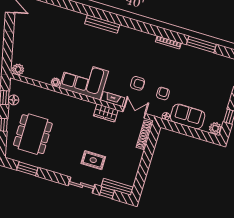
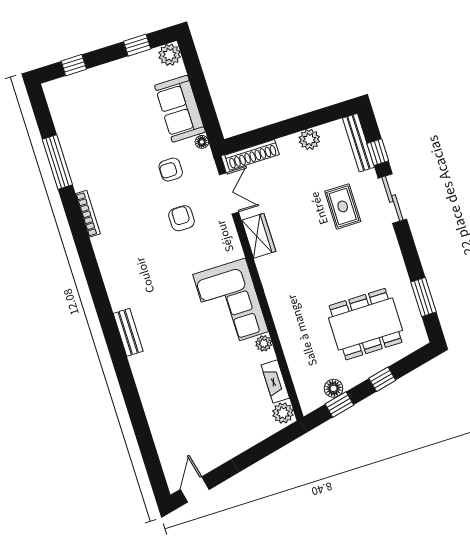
bench: (102, 24) -> (128, 332), width x0.73
fireplace: (113, 99) -> (275, 382), moved
double door: (134, 113) -> (229, 193), swing flipped
plant: (134, 166) -> (309, 139), added

